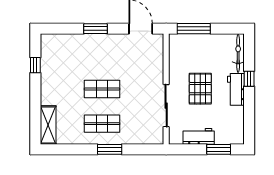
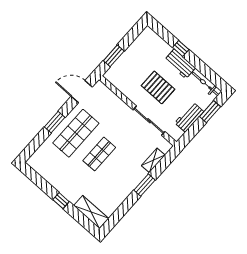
window: (194, 29) -> (114, 56), width x0.69
bicycle: (238, 53) -> (206, 84), moved
window: (35, 65) -> (61, 201), moved
shop shelf: (102, 124) -> (76, 133), moved, width x1.43, depth x1.36
shelving: (137, 138) -> (153, 160), added

